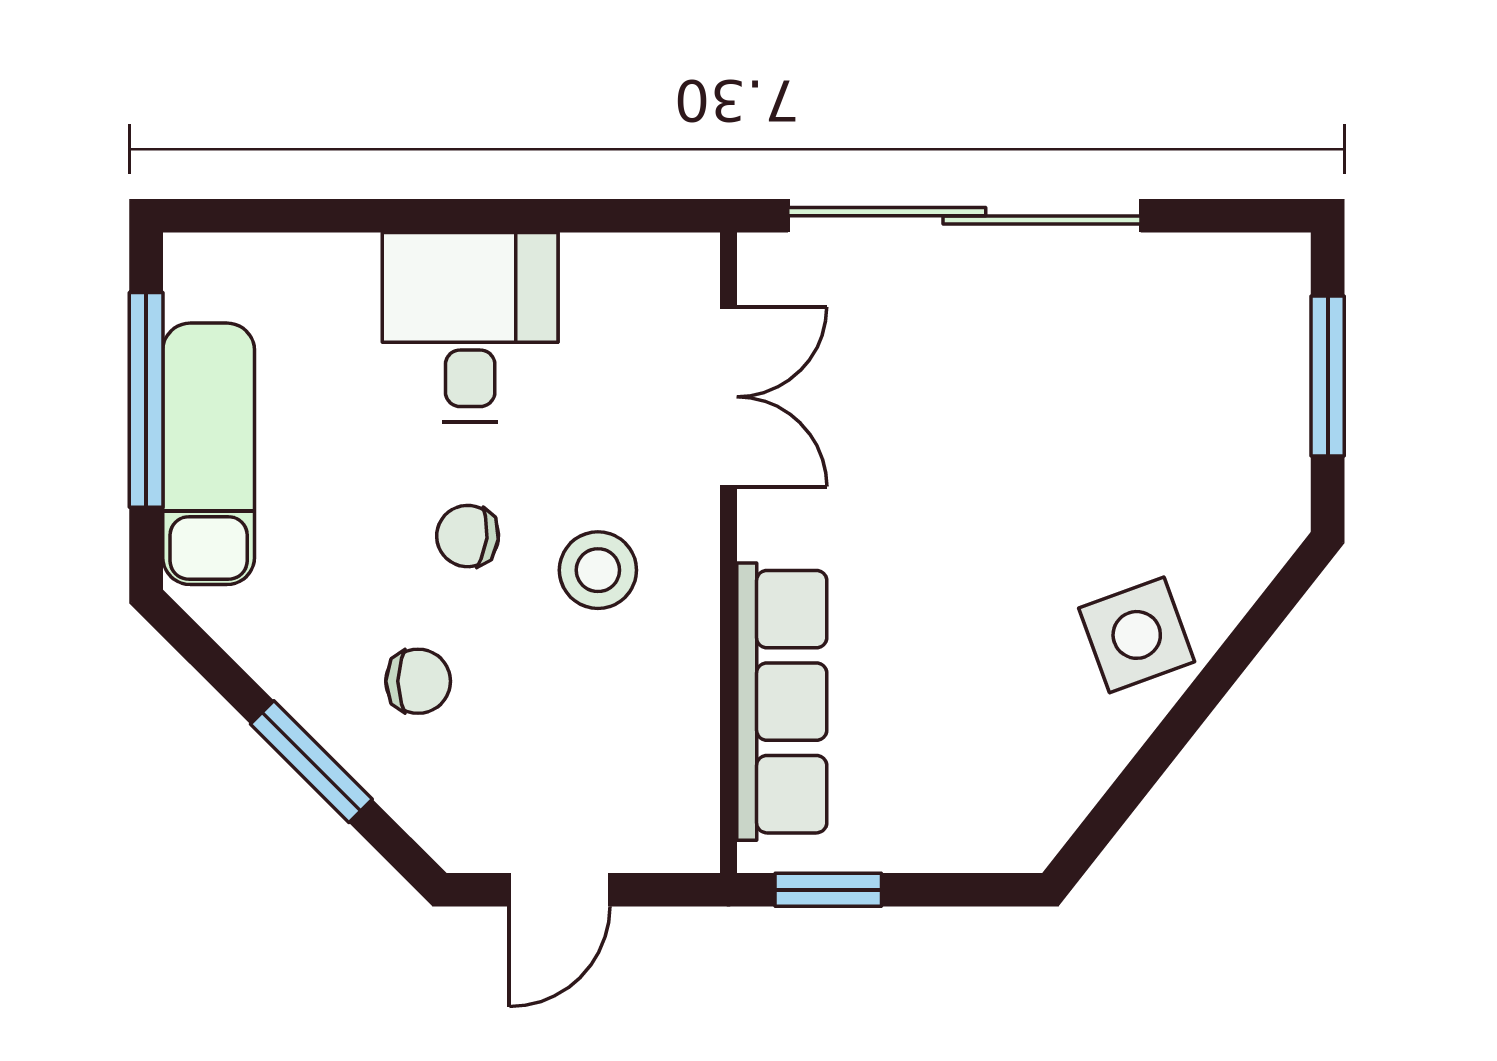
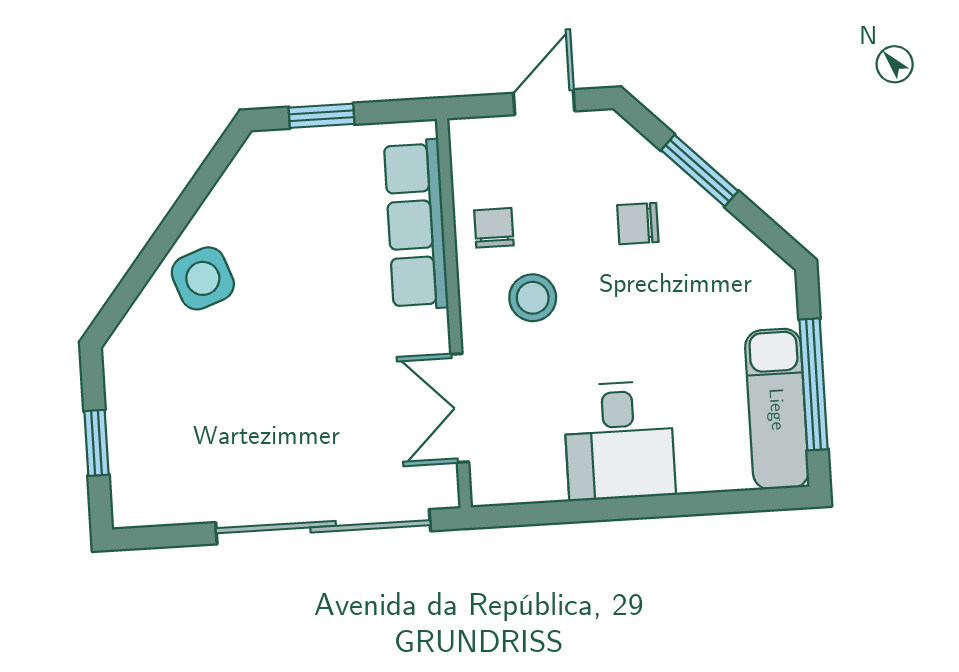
window: (1328, 376) -> (96, 443), width x0.67
exam couch: (209, 454) -> (777, 409), moved
chair: (468, 536) -> (494, 228), moved, turned -96
window: (828, 890) -> (321, 116), moved

